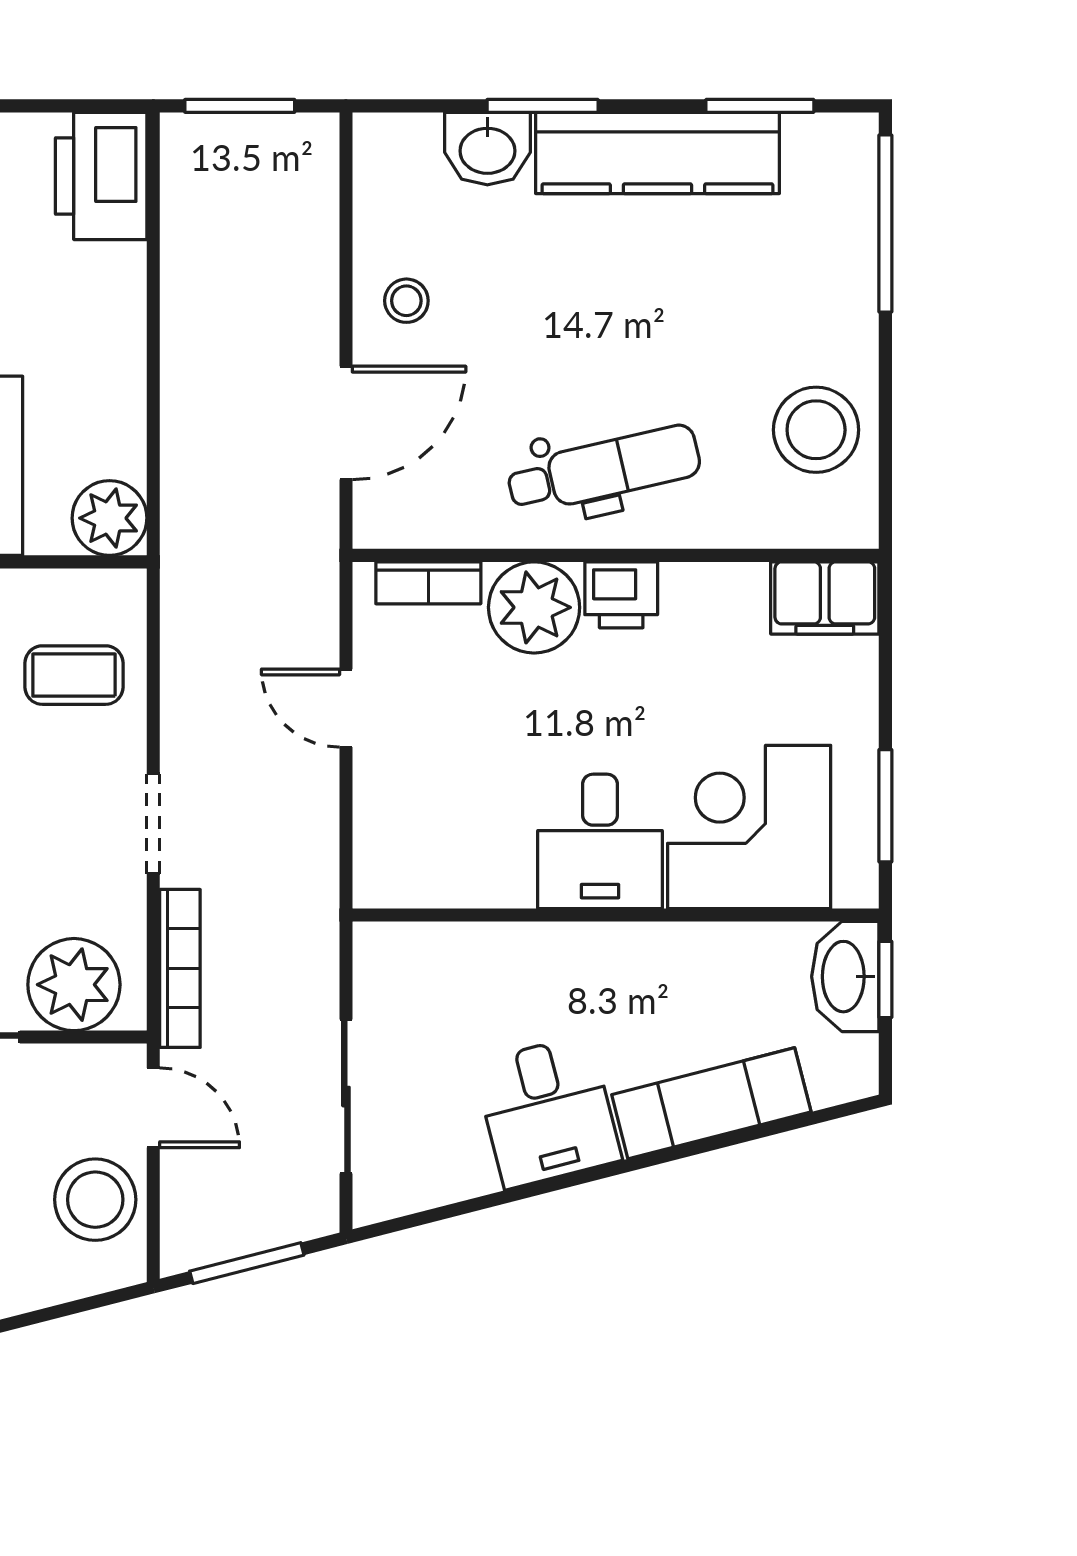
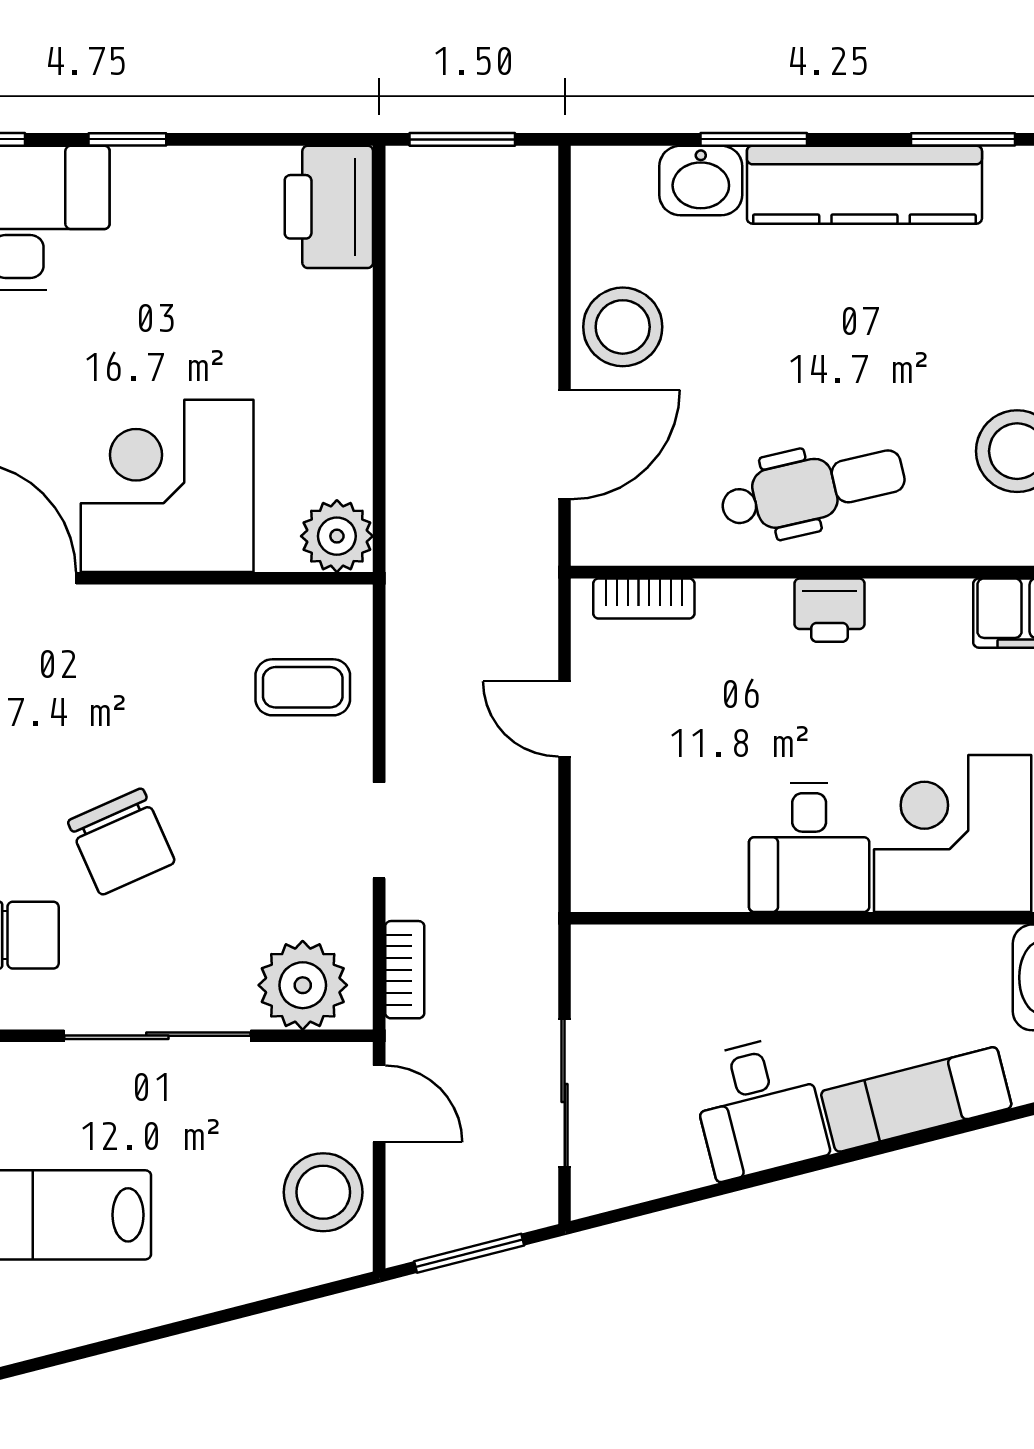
stool: (406, 301) -> (623, 327), width x1.89, depth x1.89
plant: (534, 607) -> (746, 622), removed
bookcase: (180, 968) -> (405, 970), width x0.64

